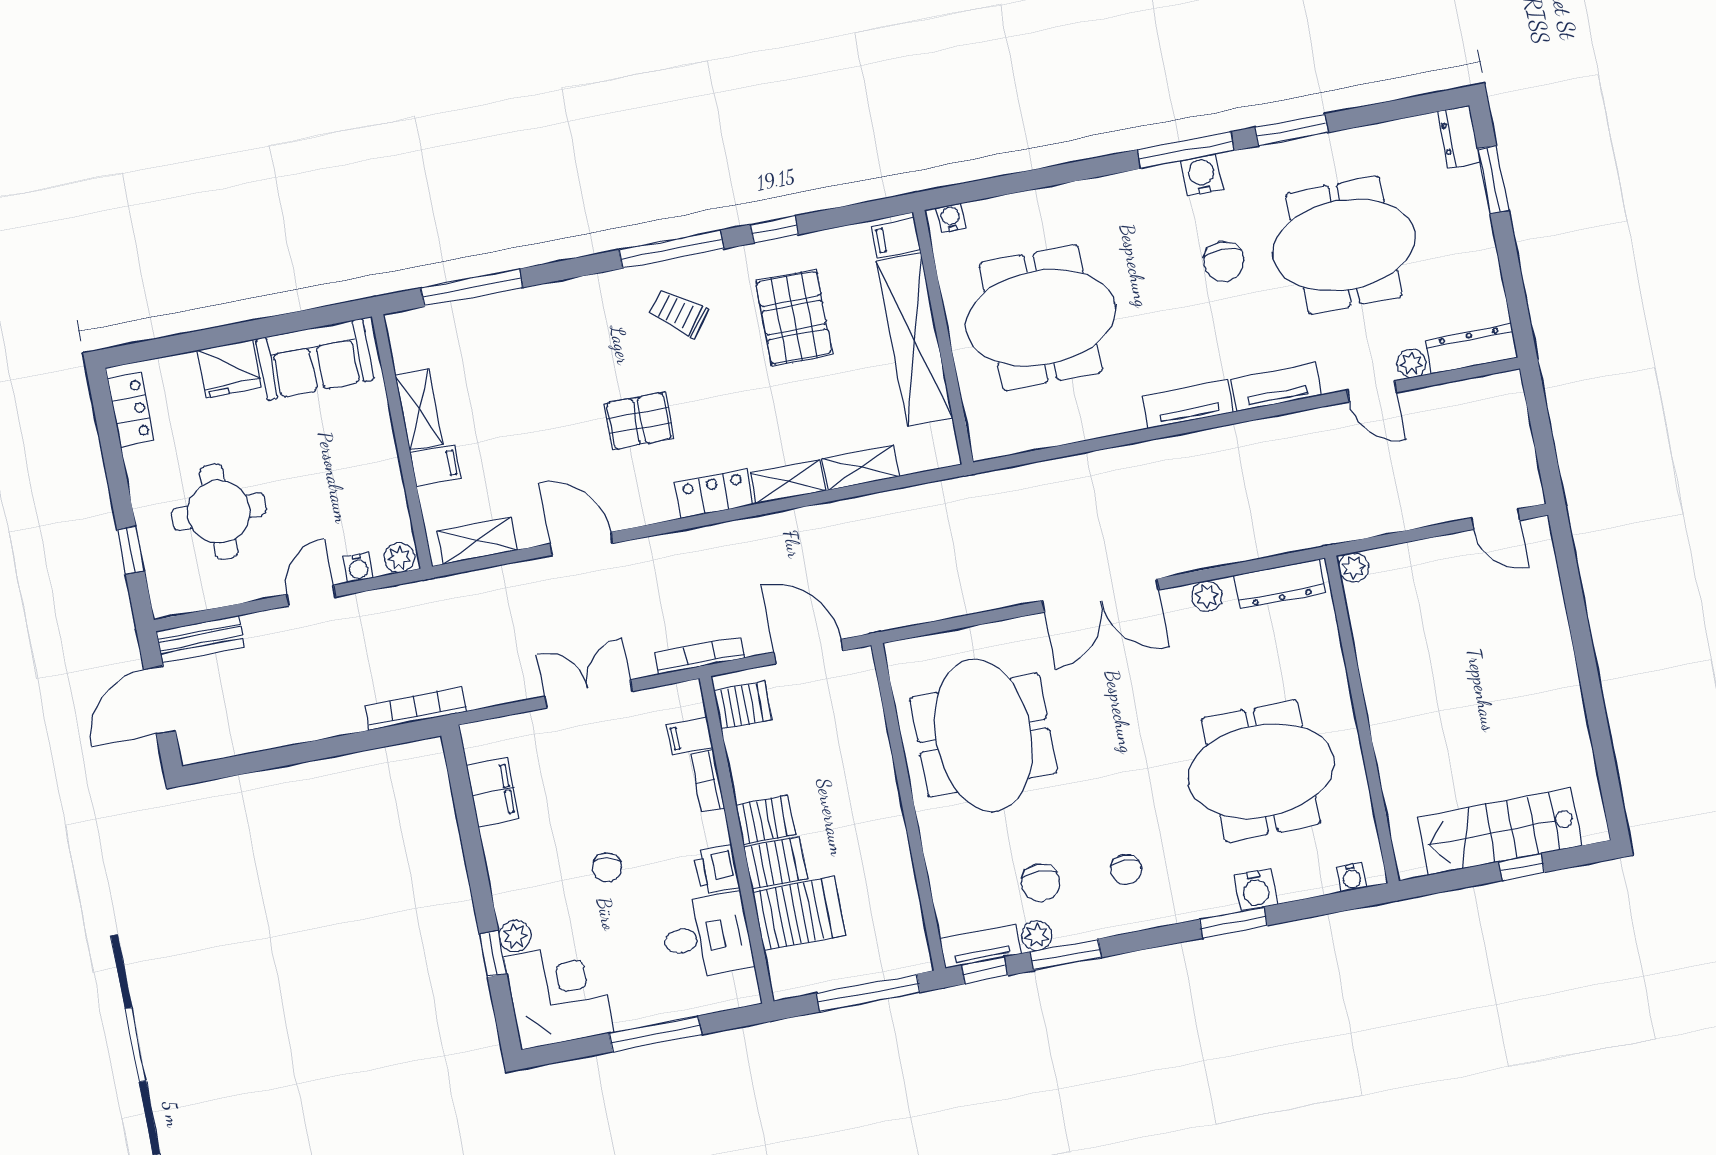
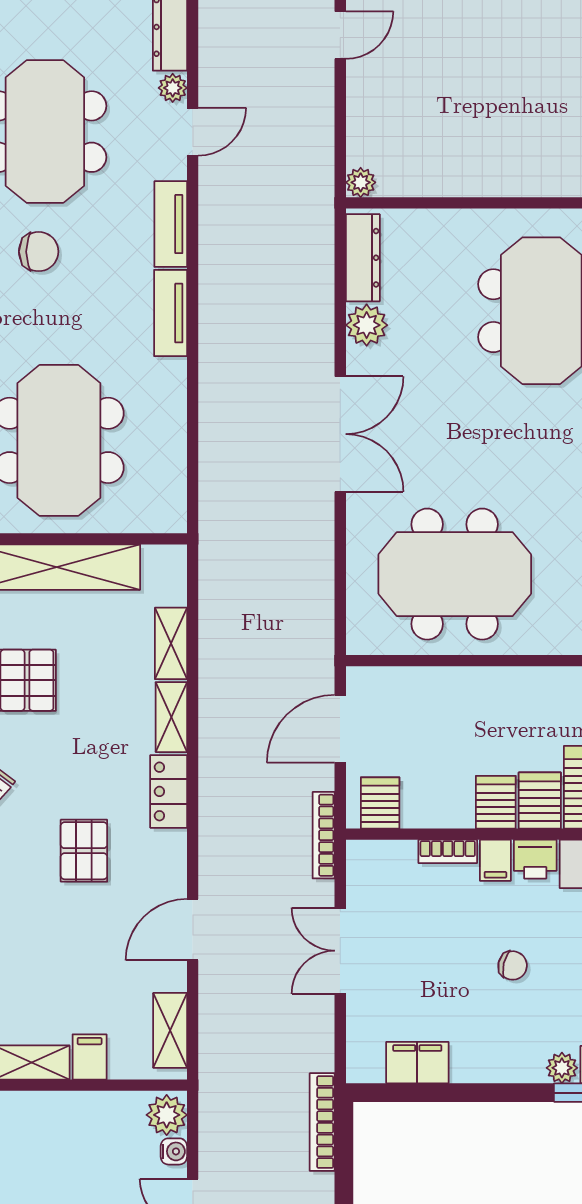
plant: (399, 558) -> (167, 1115), width x1.38, depth x1.38
plant: (1207, 596) -> (367, 325), width x1.38, depth x1.38
filing cabinet: (690, 736) -> (495, 860), moved

